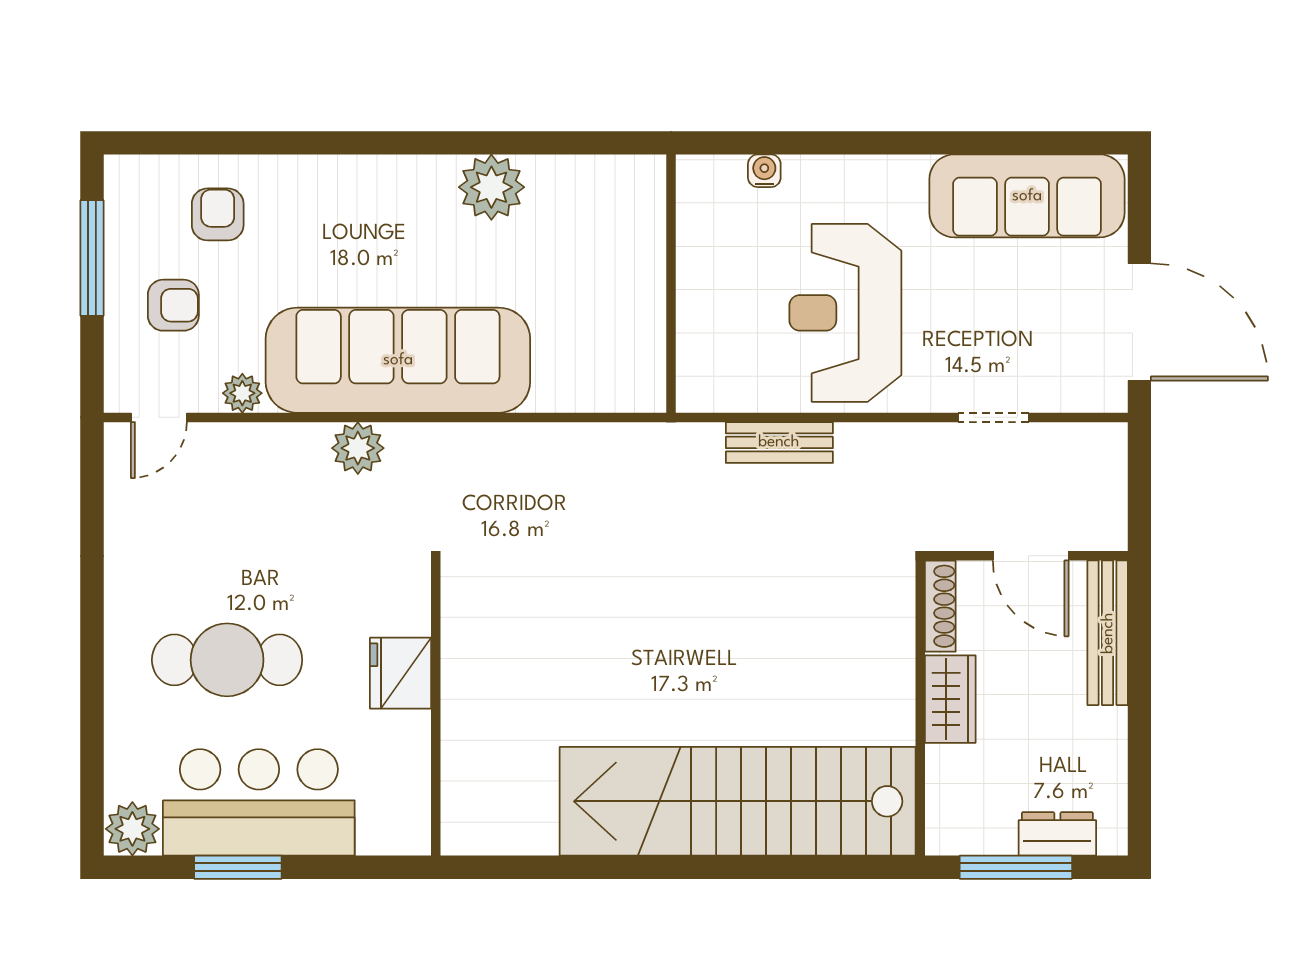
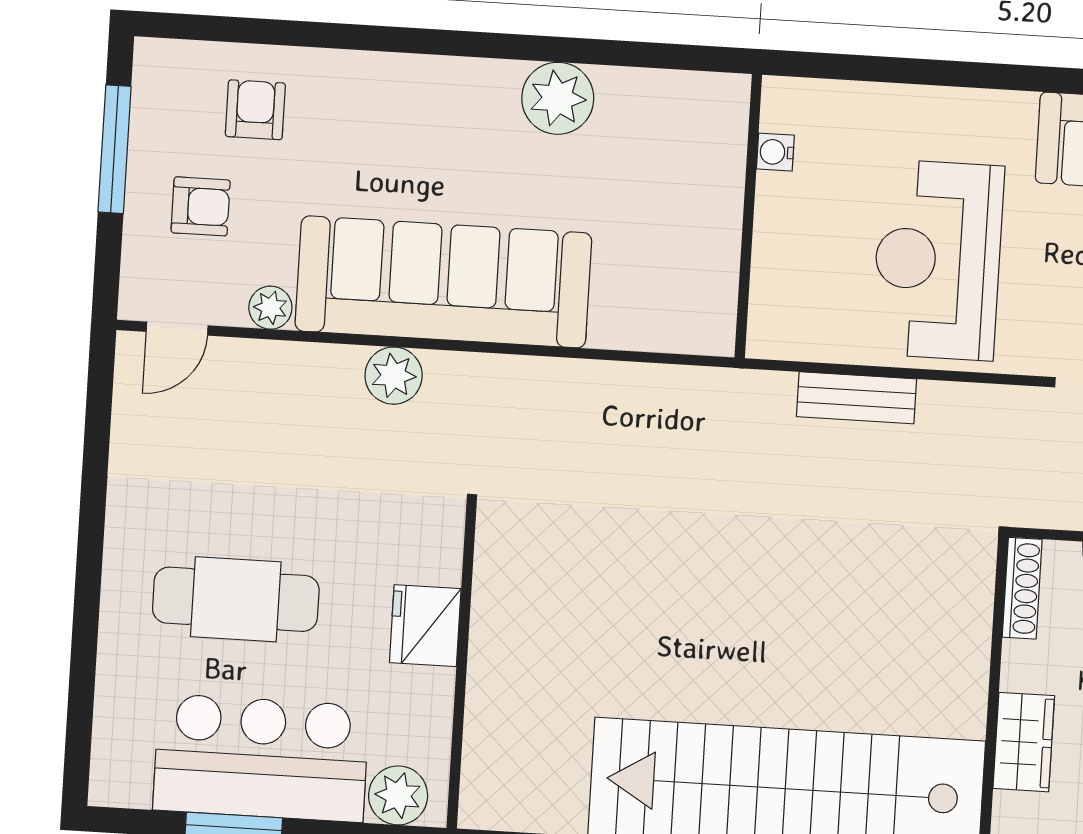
water cooler: (764, 171) -> (775, 152), moved, turned -90
wardrobe: (950, 699) -> (1024, 742), moved
plant: (132, 829) -> (398, 795), moved

